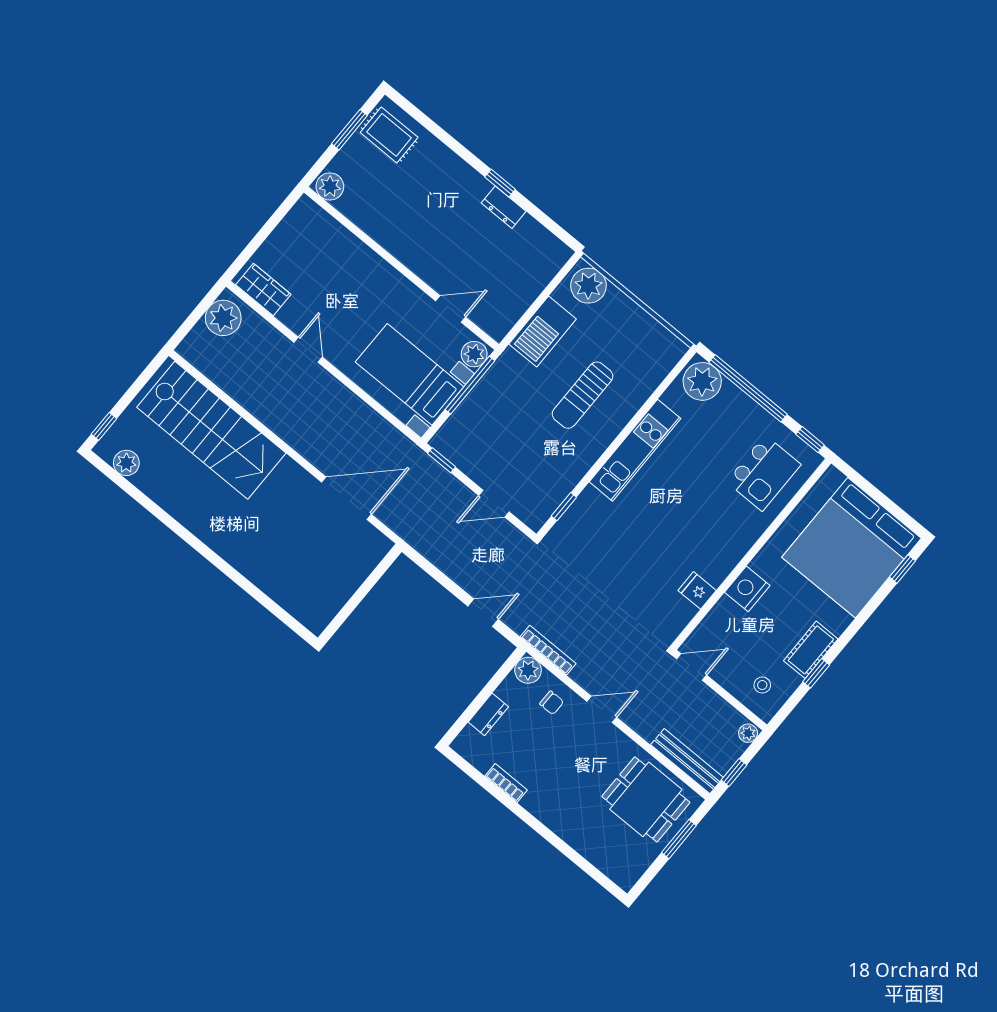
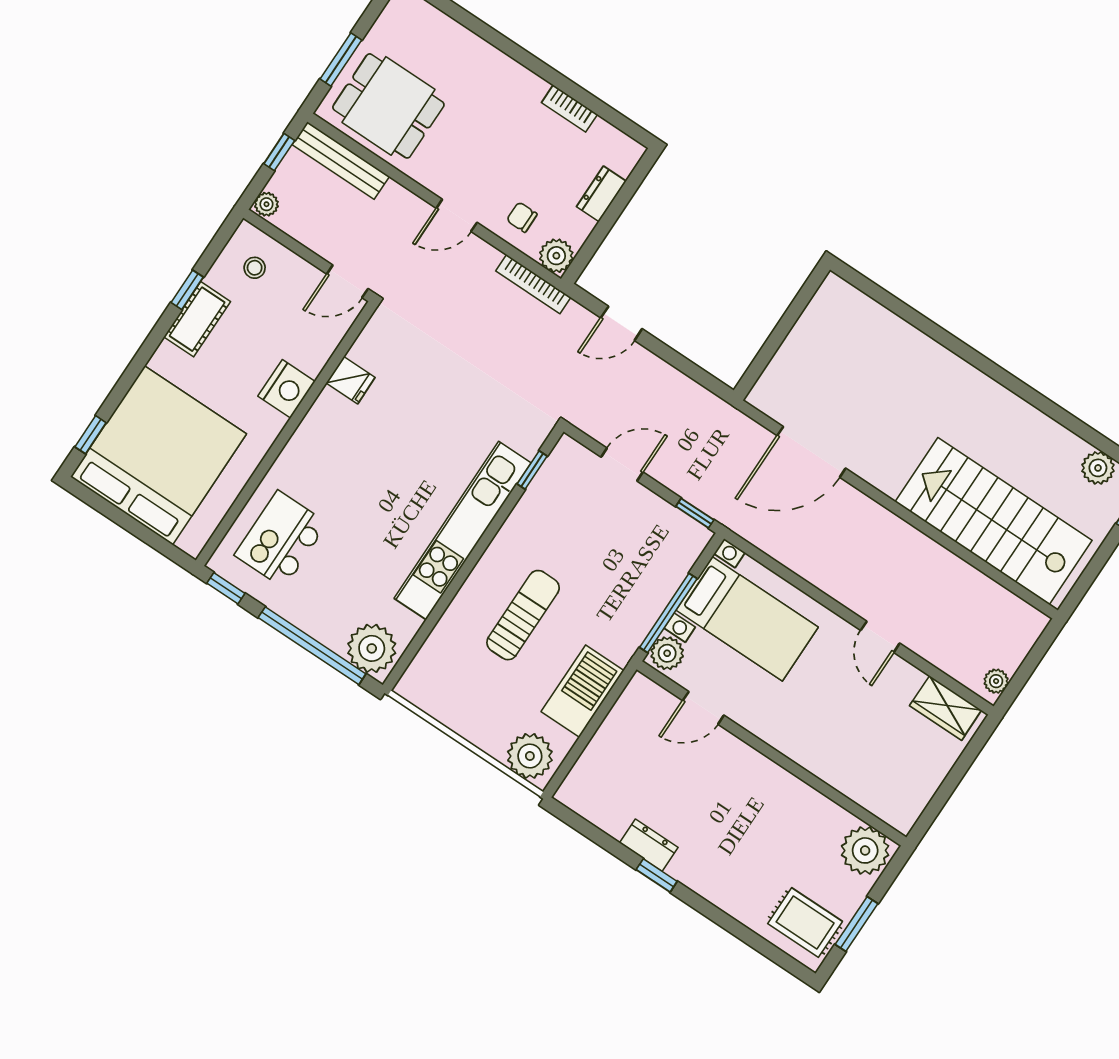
plant: (330, 186) -> (865, 850), width x1.36, depth x1.36
plant: (223, 318) -> (996, 681), width x0.53, depth x0.53
kitchen unit: (635, 450) -> (463, 531), width x1.36

